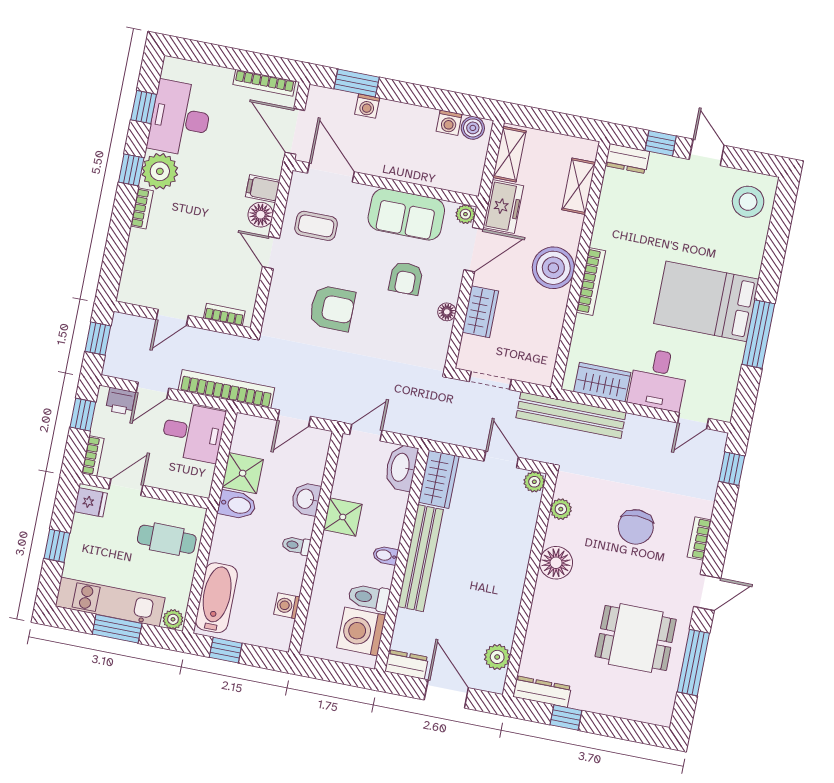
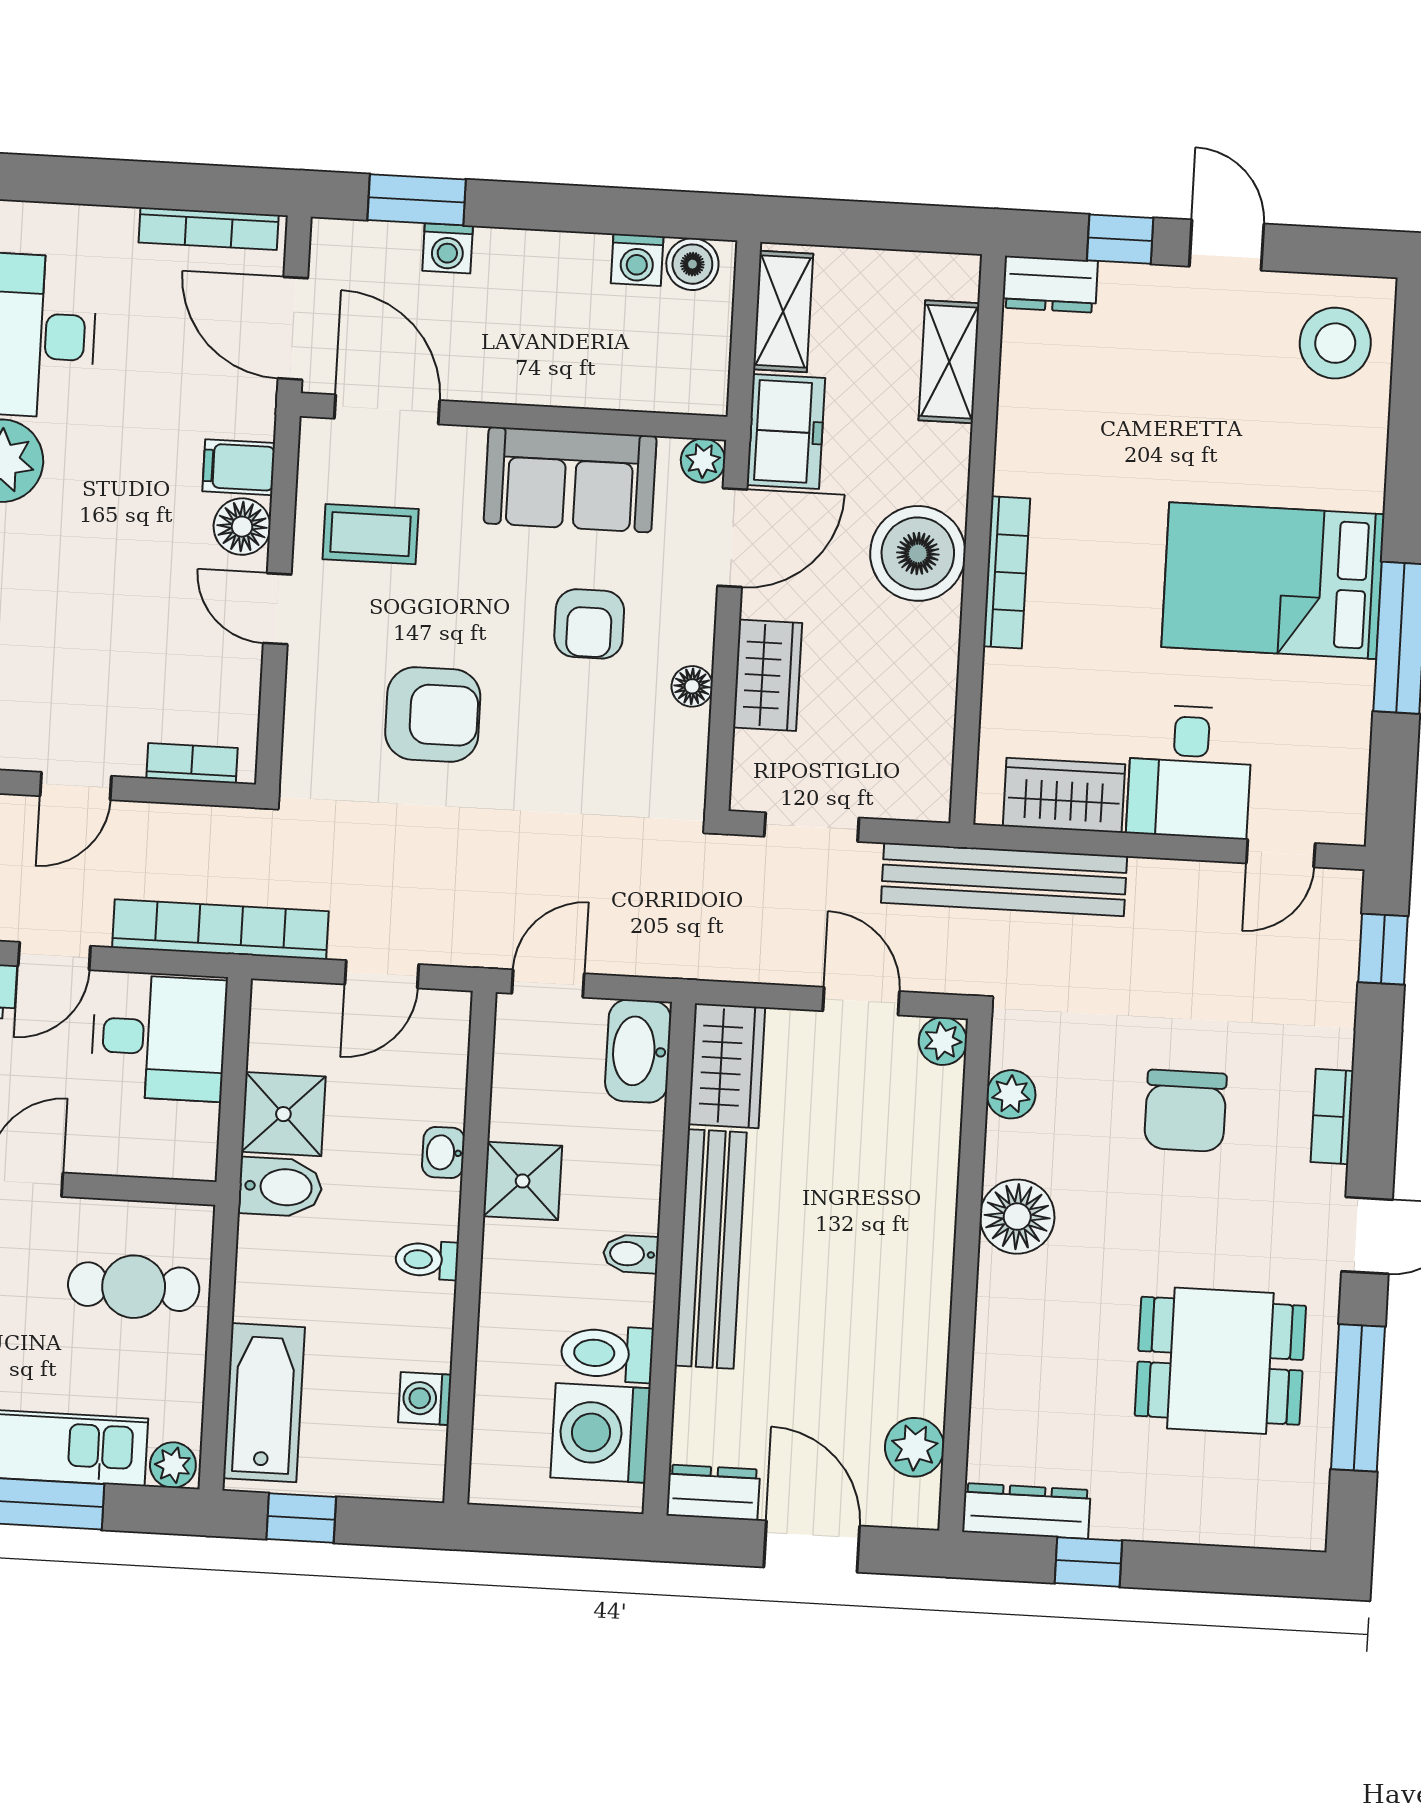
washbasin: (306, 499) -> (443, 1153), width x0.72, depth x0.69

